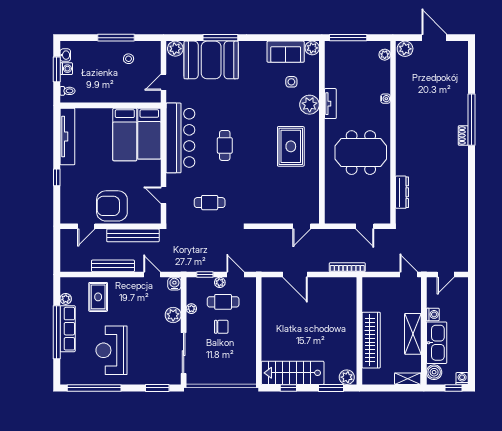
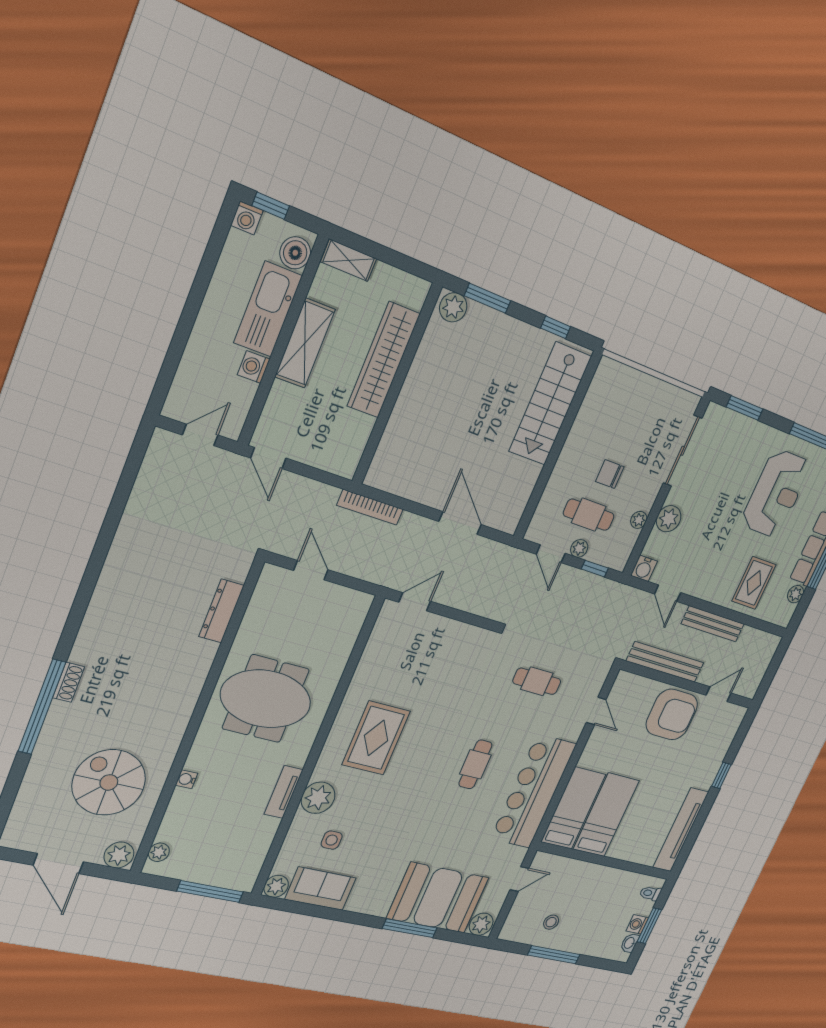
spiral stairs: (425, 88) -> (109, 782), added
stairs: (293, 373) -> (550, 404), moved, turned 90

